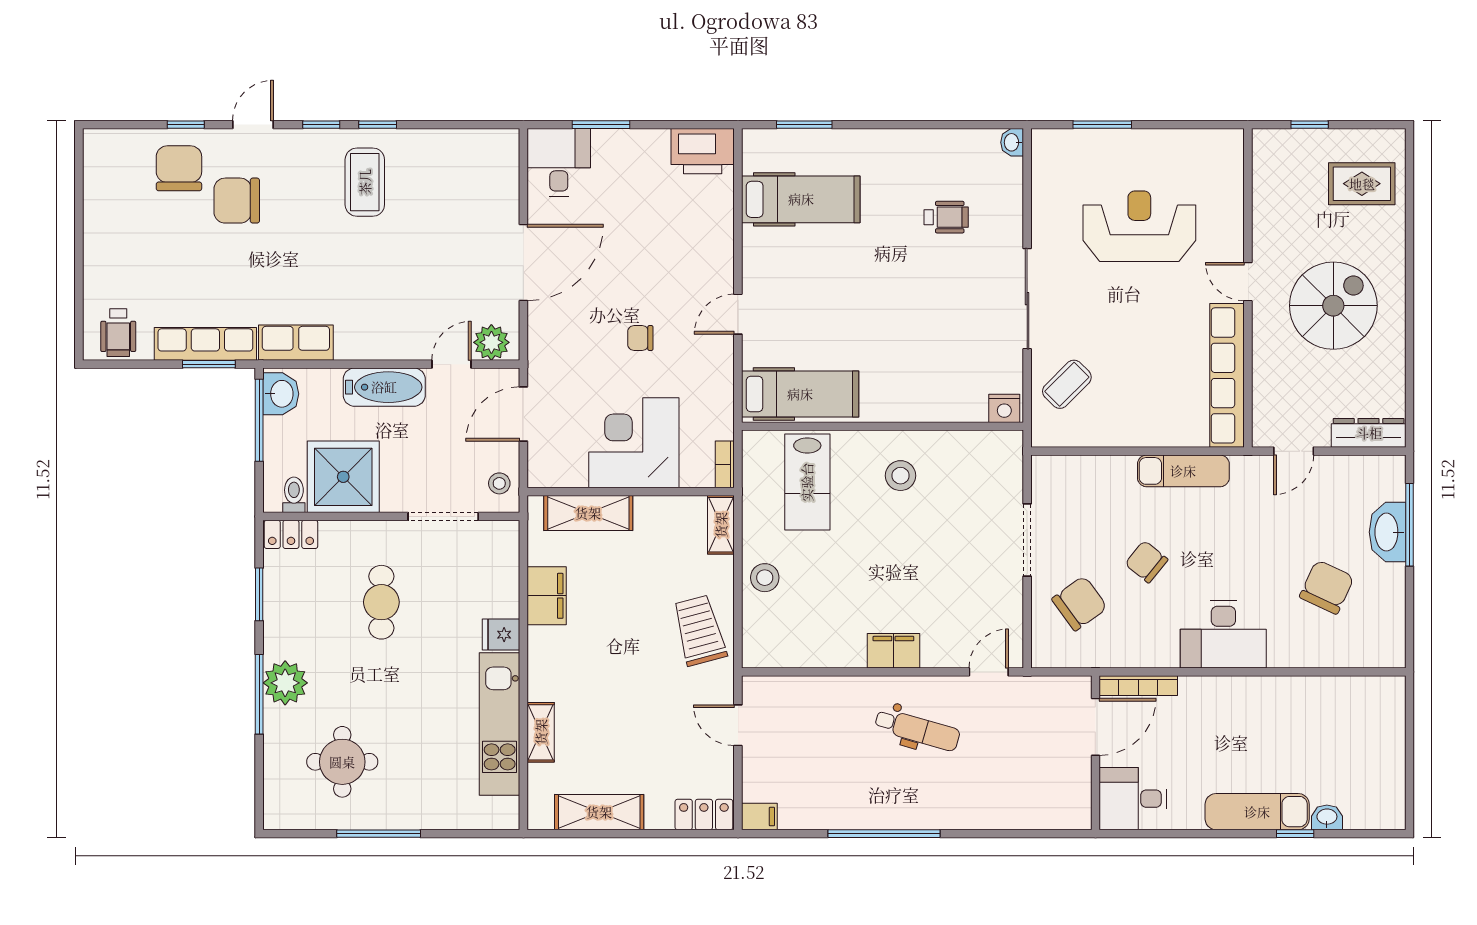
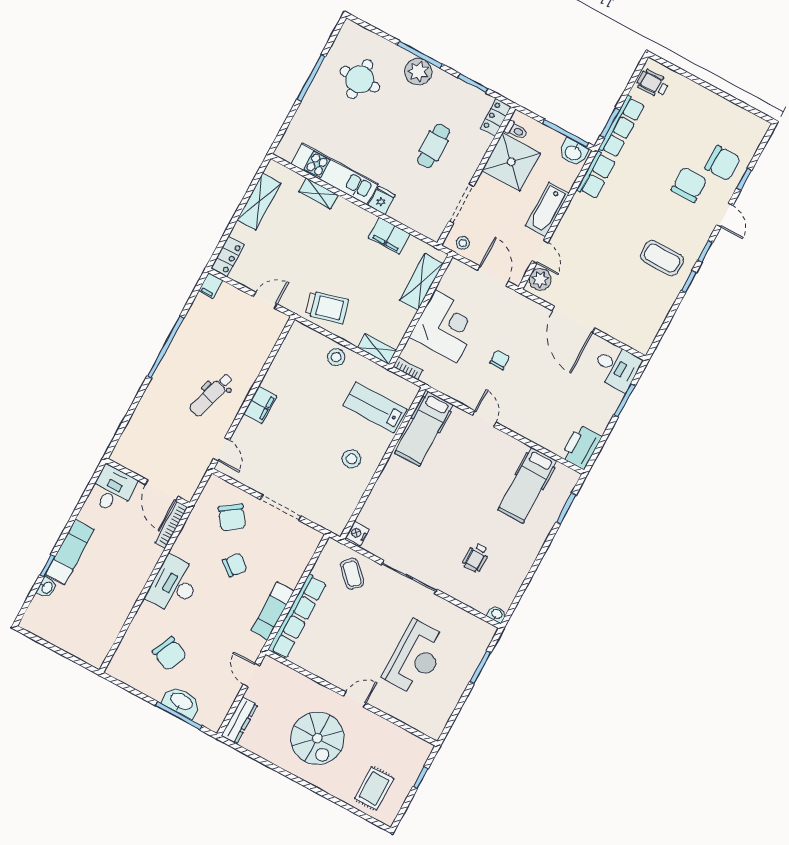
row of seats: (1227, 375) -> (297, 616), moved, turned 90
cafe table: (381, 602) -> (433, 146), turned 90

